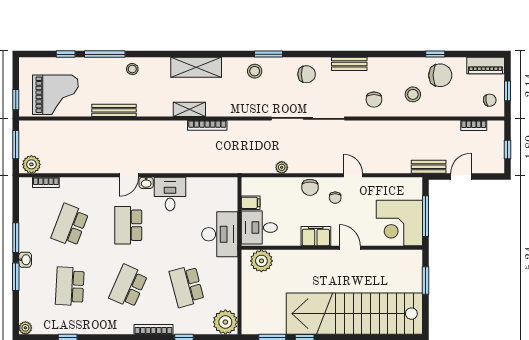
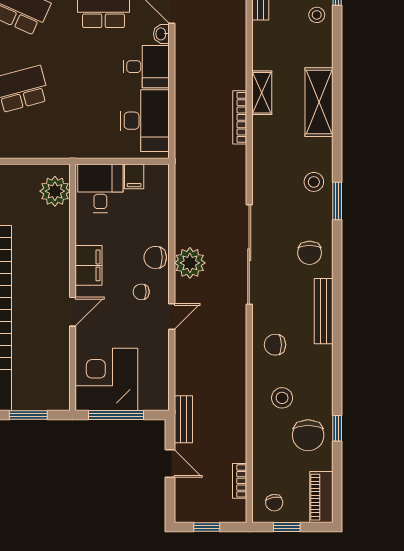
bench: (349, 64) -> (324, 311), width x1.36
plant: (282, 167) -> (190, 263), moved, width x1.88, depth x1.88
desk: (220, 234) -> (145, 121), moved, turned -90

